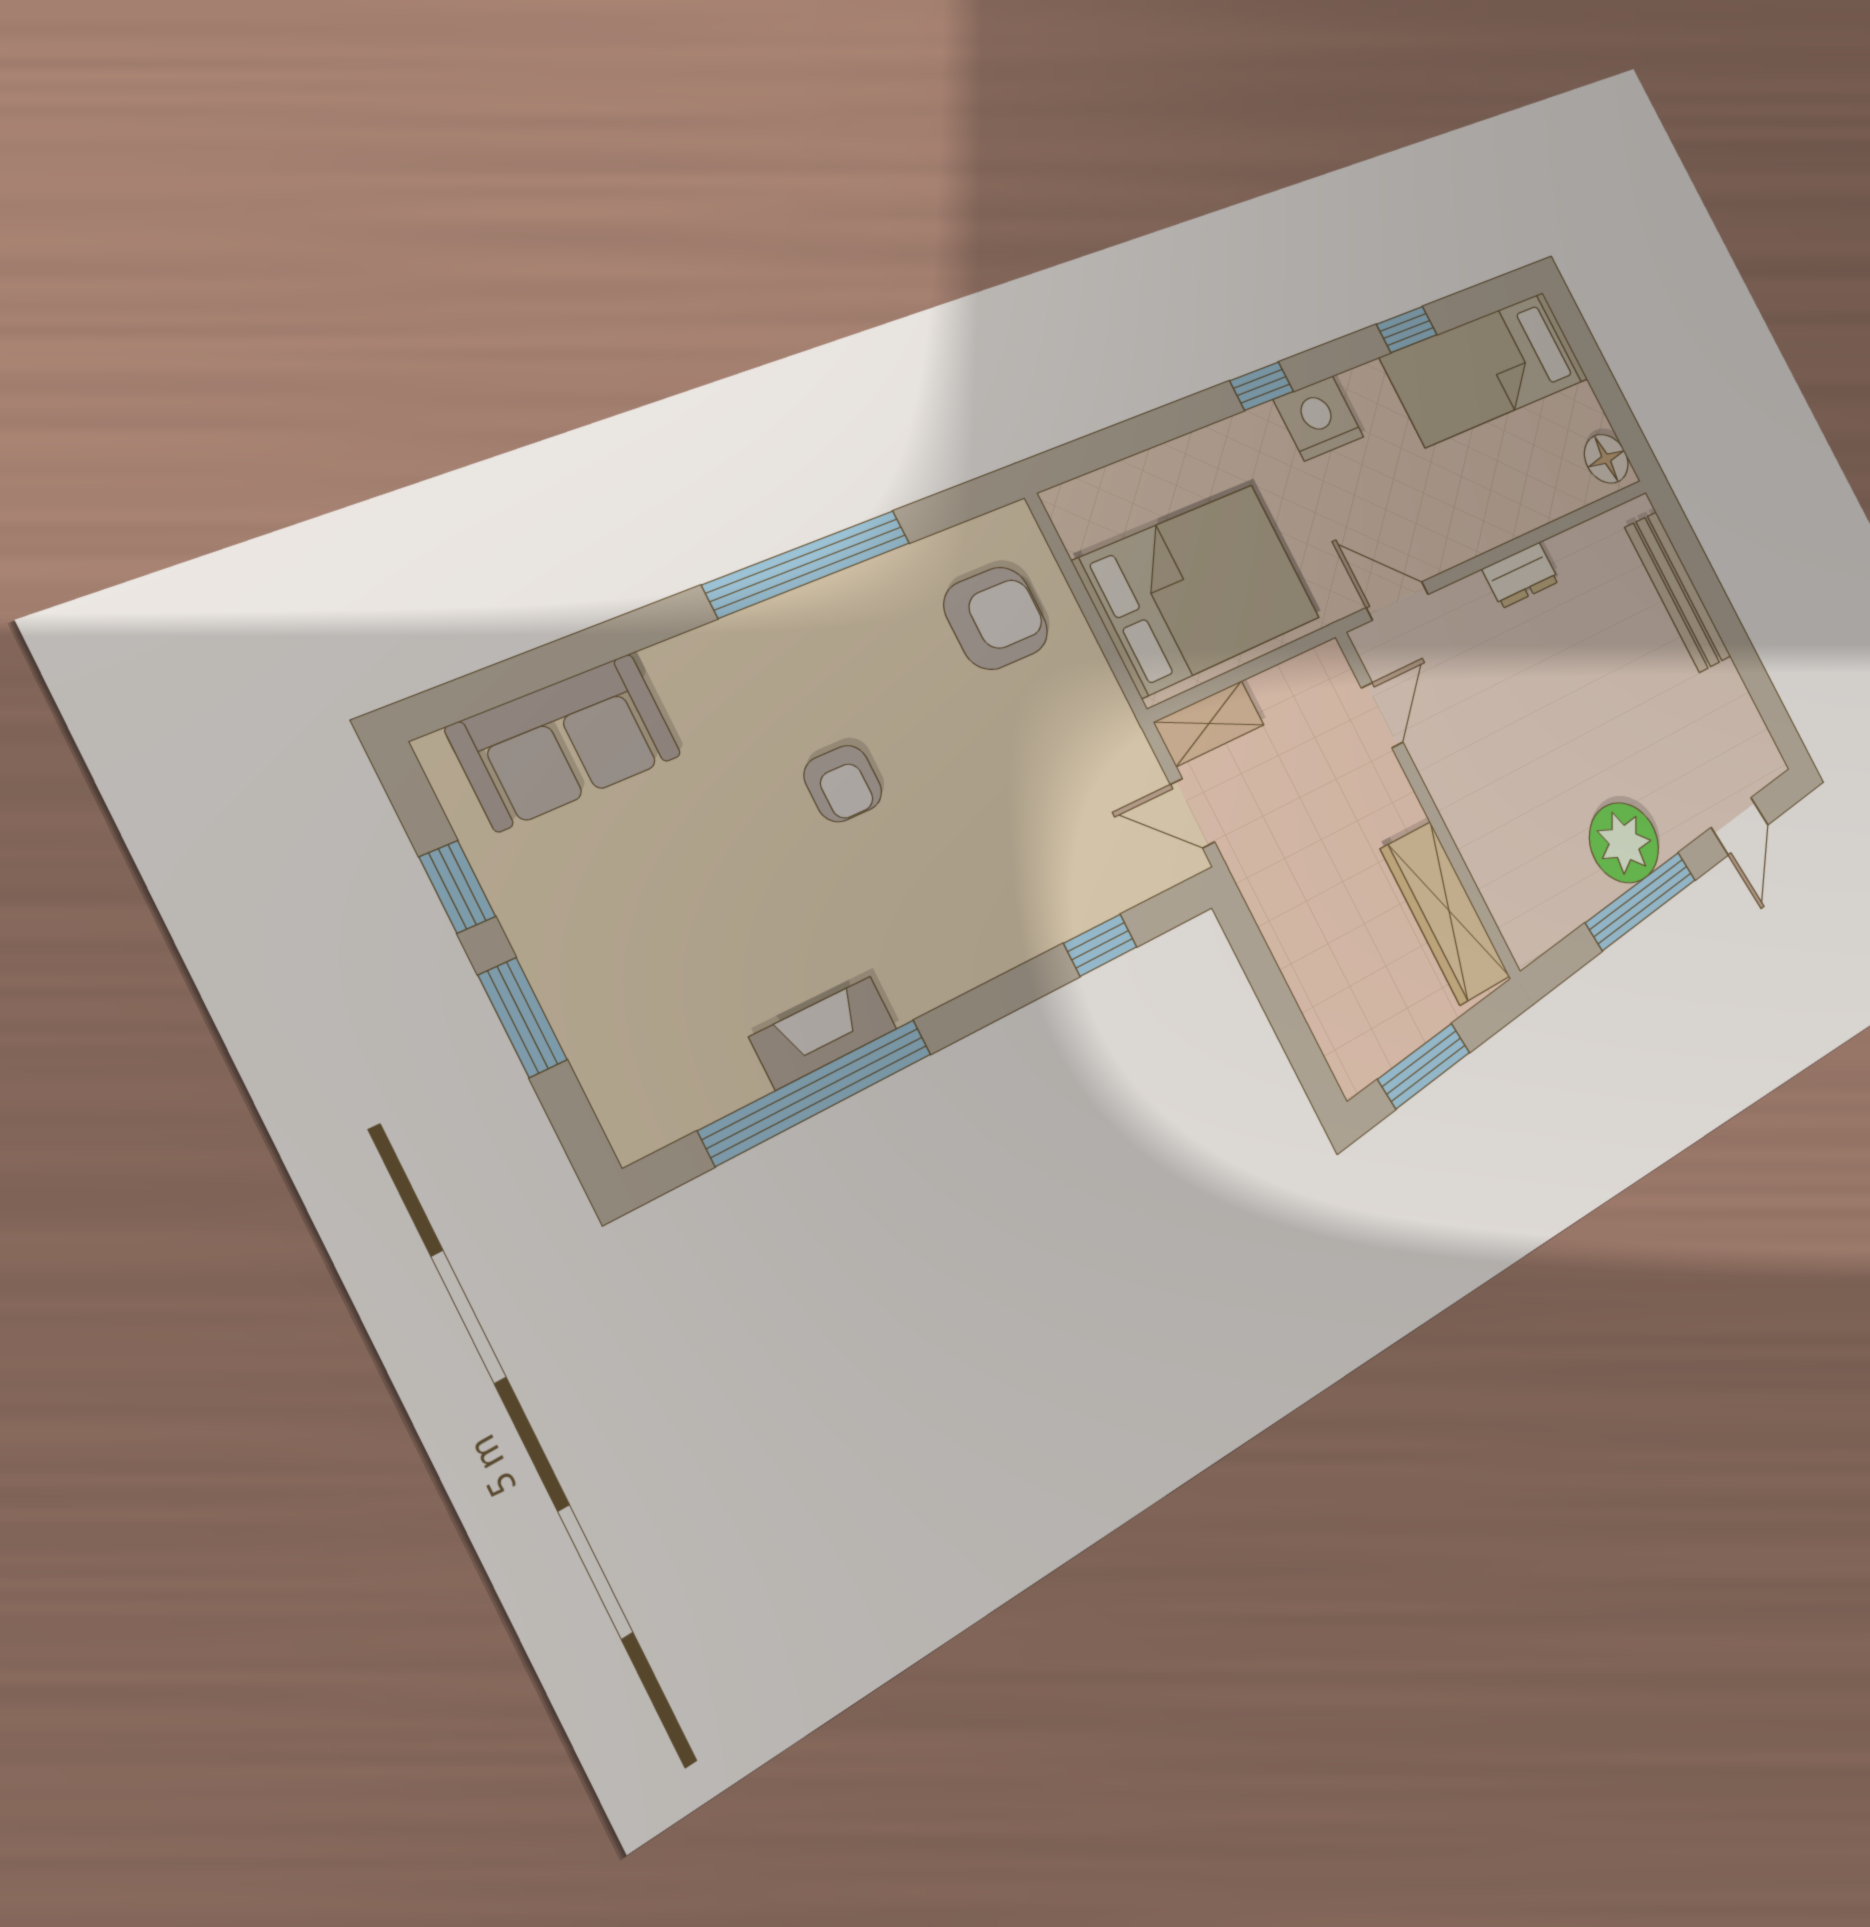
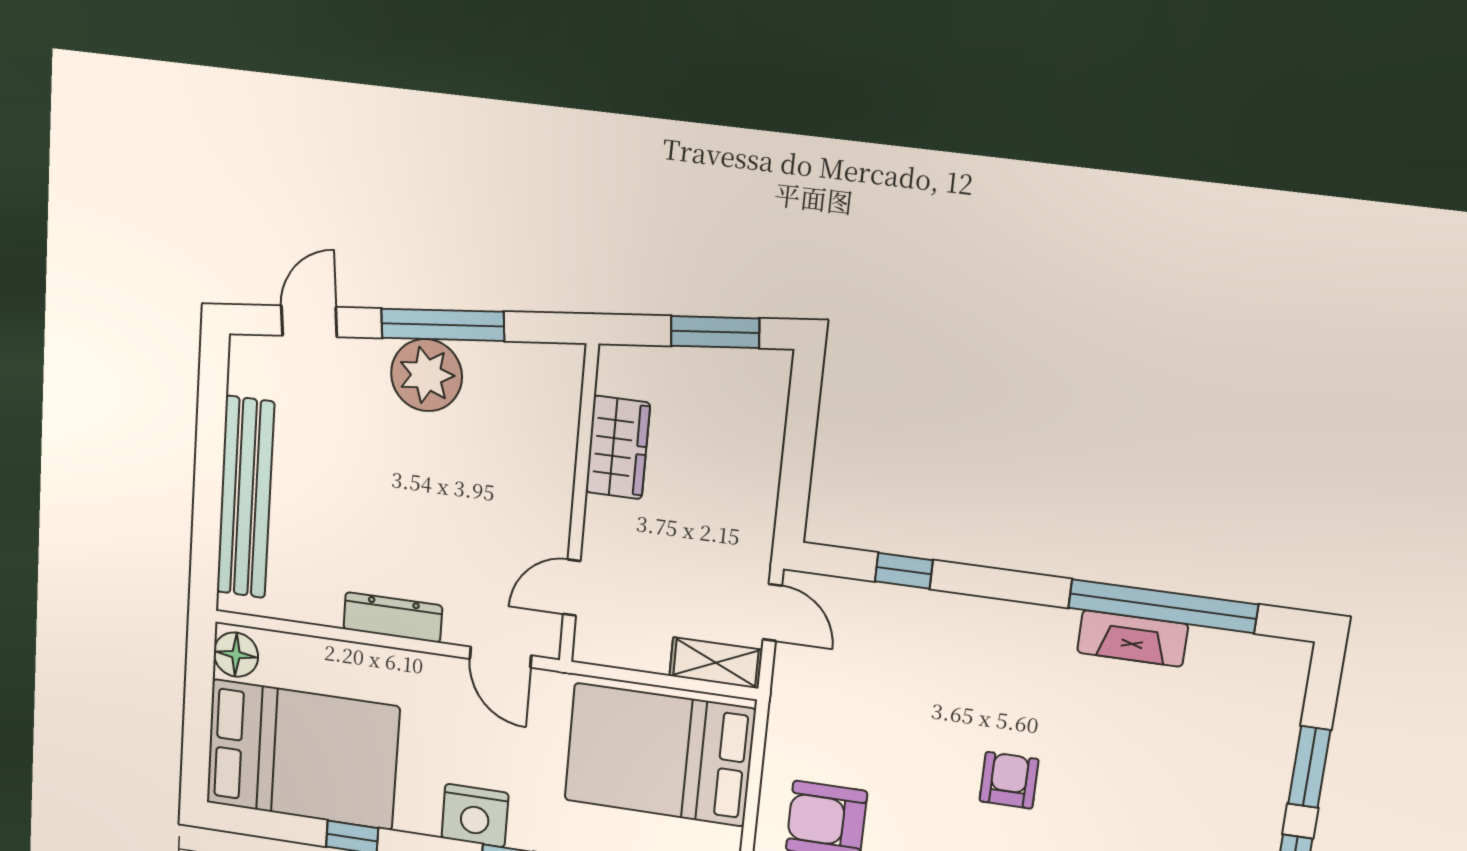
bed: (1485, 369) -> (302, 755), width x1.50
dresser: (1521, 575) -> (393, 617), width x1.44
bench: (1678, 592) -> (245, 497), width x1.37, depth x1.21
wardrobe: (1445, 913) -> (618, 447), width x0.67

